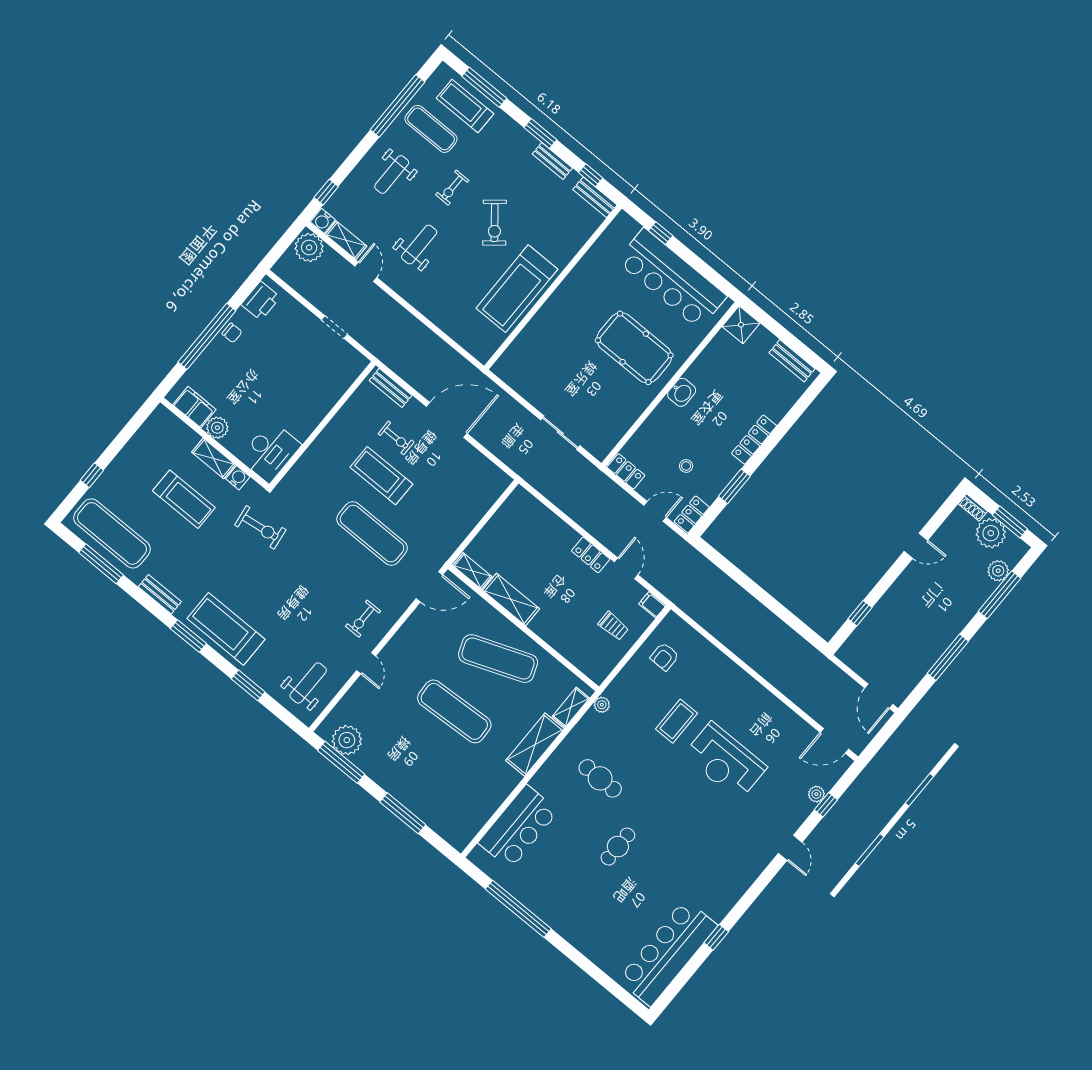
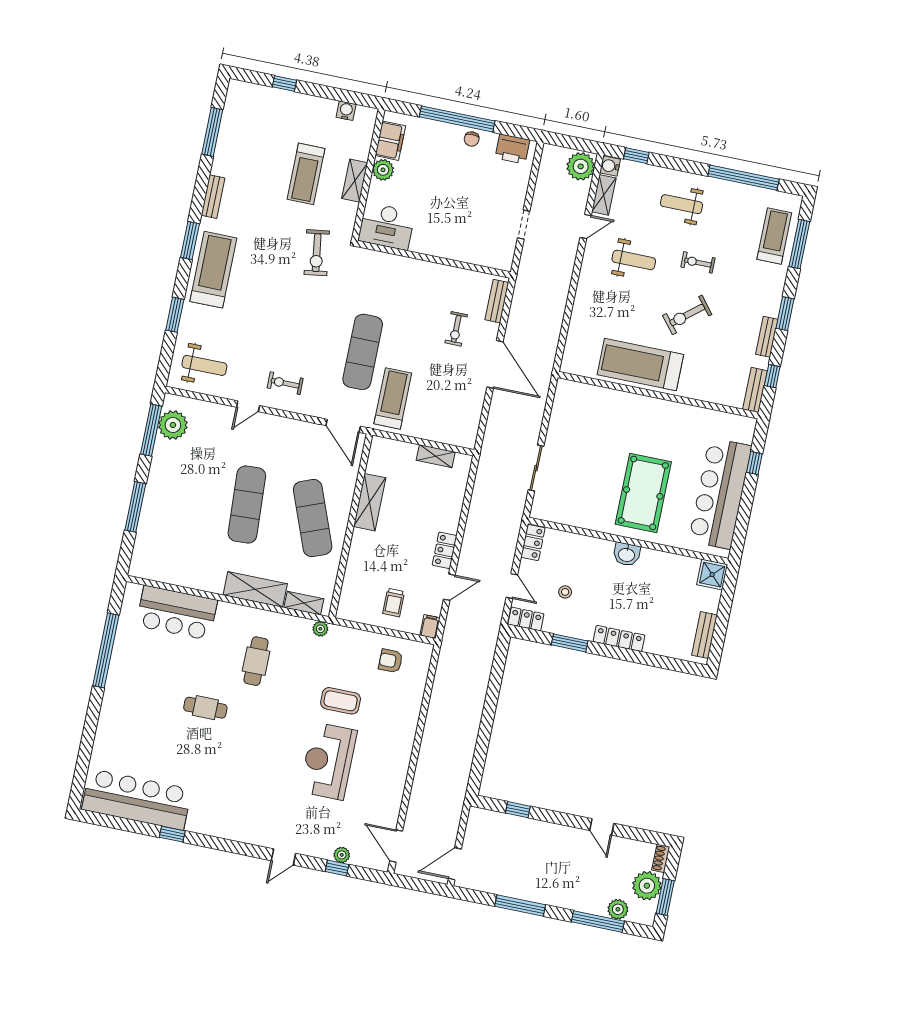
exercise mat: (431, 129) -> (739, 217), removed
treadmill: (381, 476) -> (393, 398), moved
water cooler: (238, 478) -> (346, 111), moved, turned -90
exercise mat: (112, 533) -> (244, 128), removed
shelving: (472, 571) -> (436, 456), moved, turned 90

